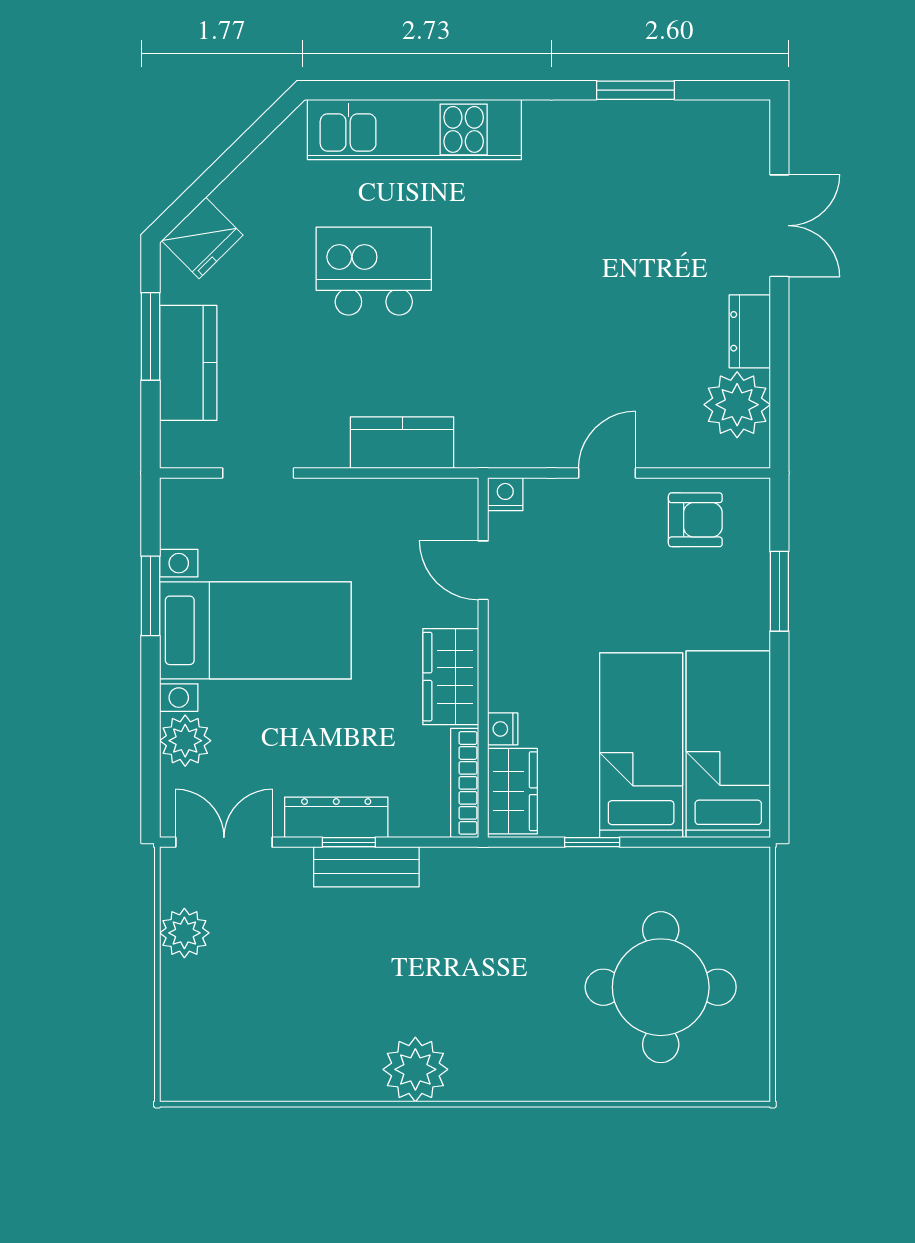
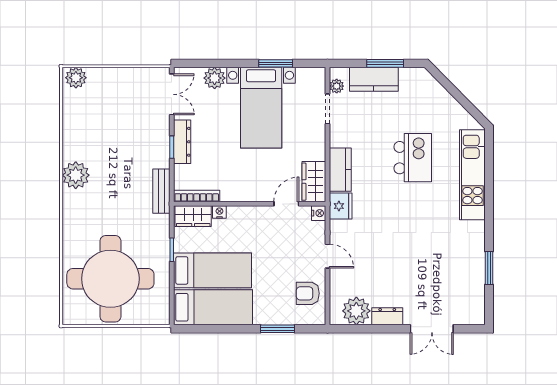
fridge: (202, 238) -> (341, 206), moved, turned -135
plant: (204, 451) -> (337, 86), added
armchair: (695, 520) -> (308, 293), turned 90
wardrobe: (451, 677) -> (314, 182), moved, turned -90
bench: (366, 867) -> (161, 191), moved
plant: (184, 933) -> (76, 78), moved
round table: (661, 987) -> (110, 279), width x1.36, depth x1.36

